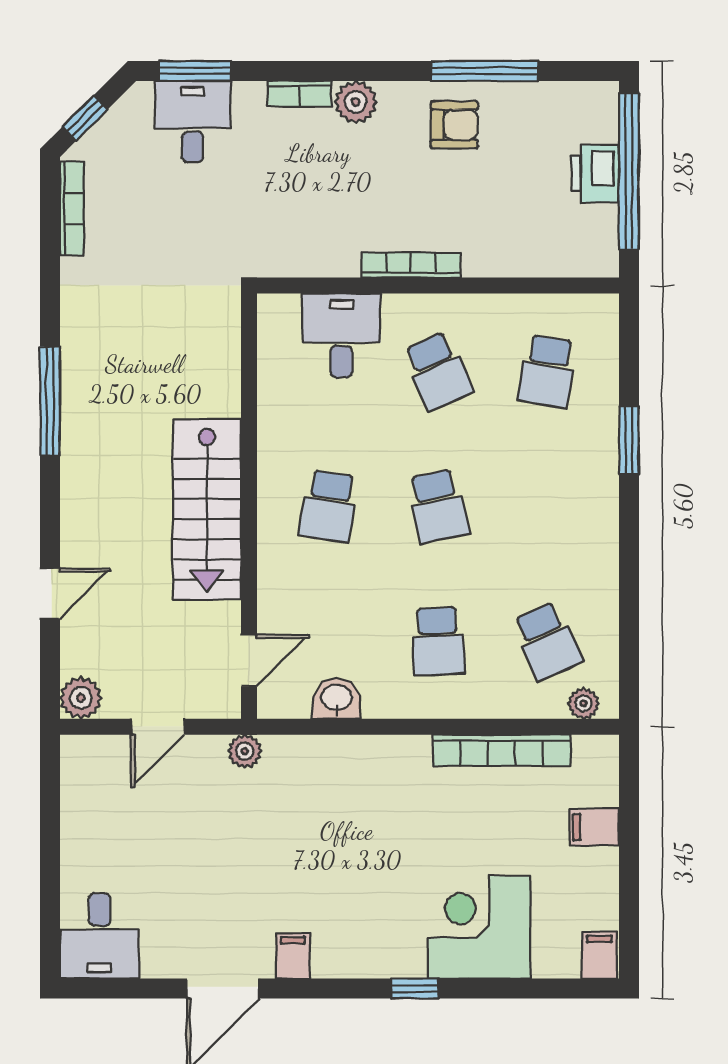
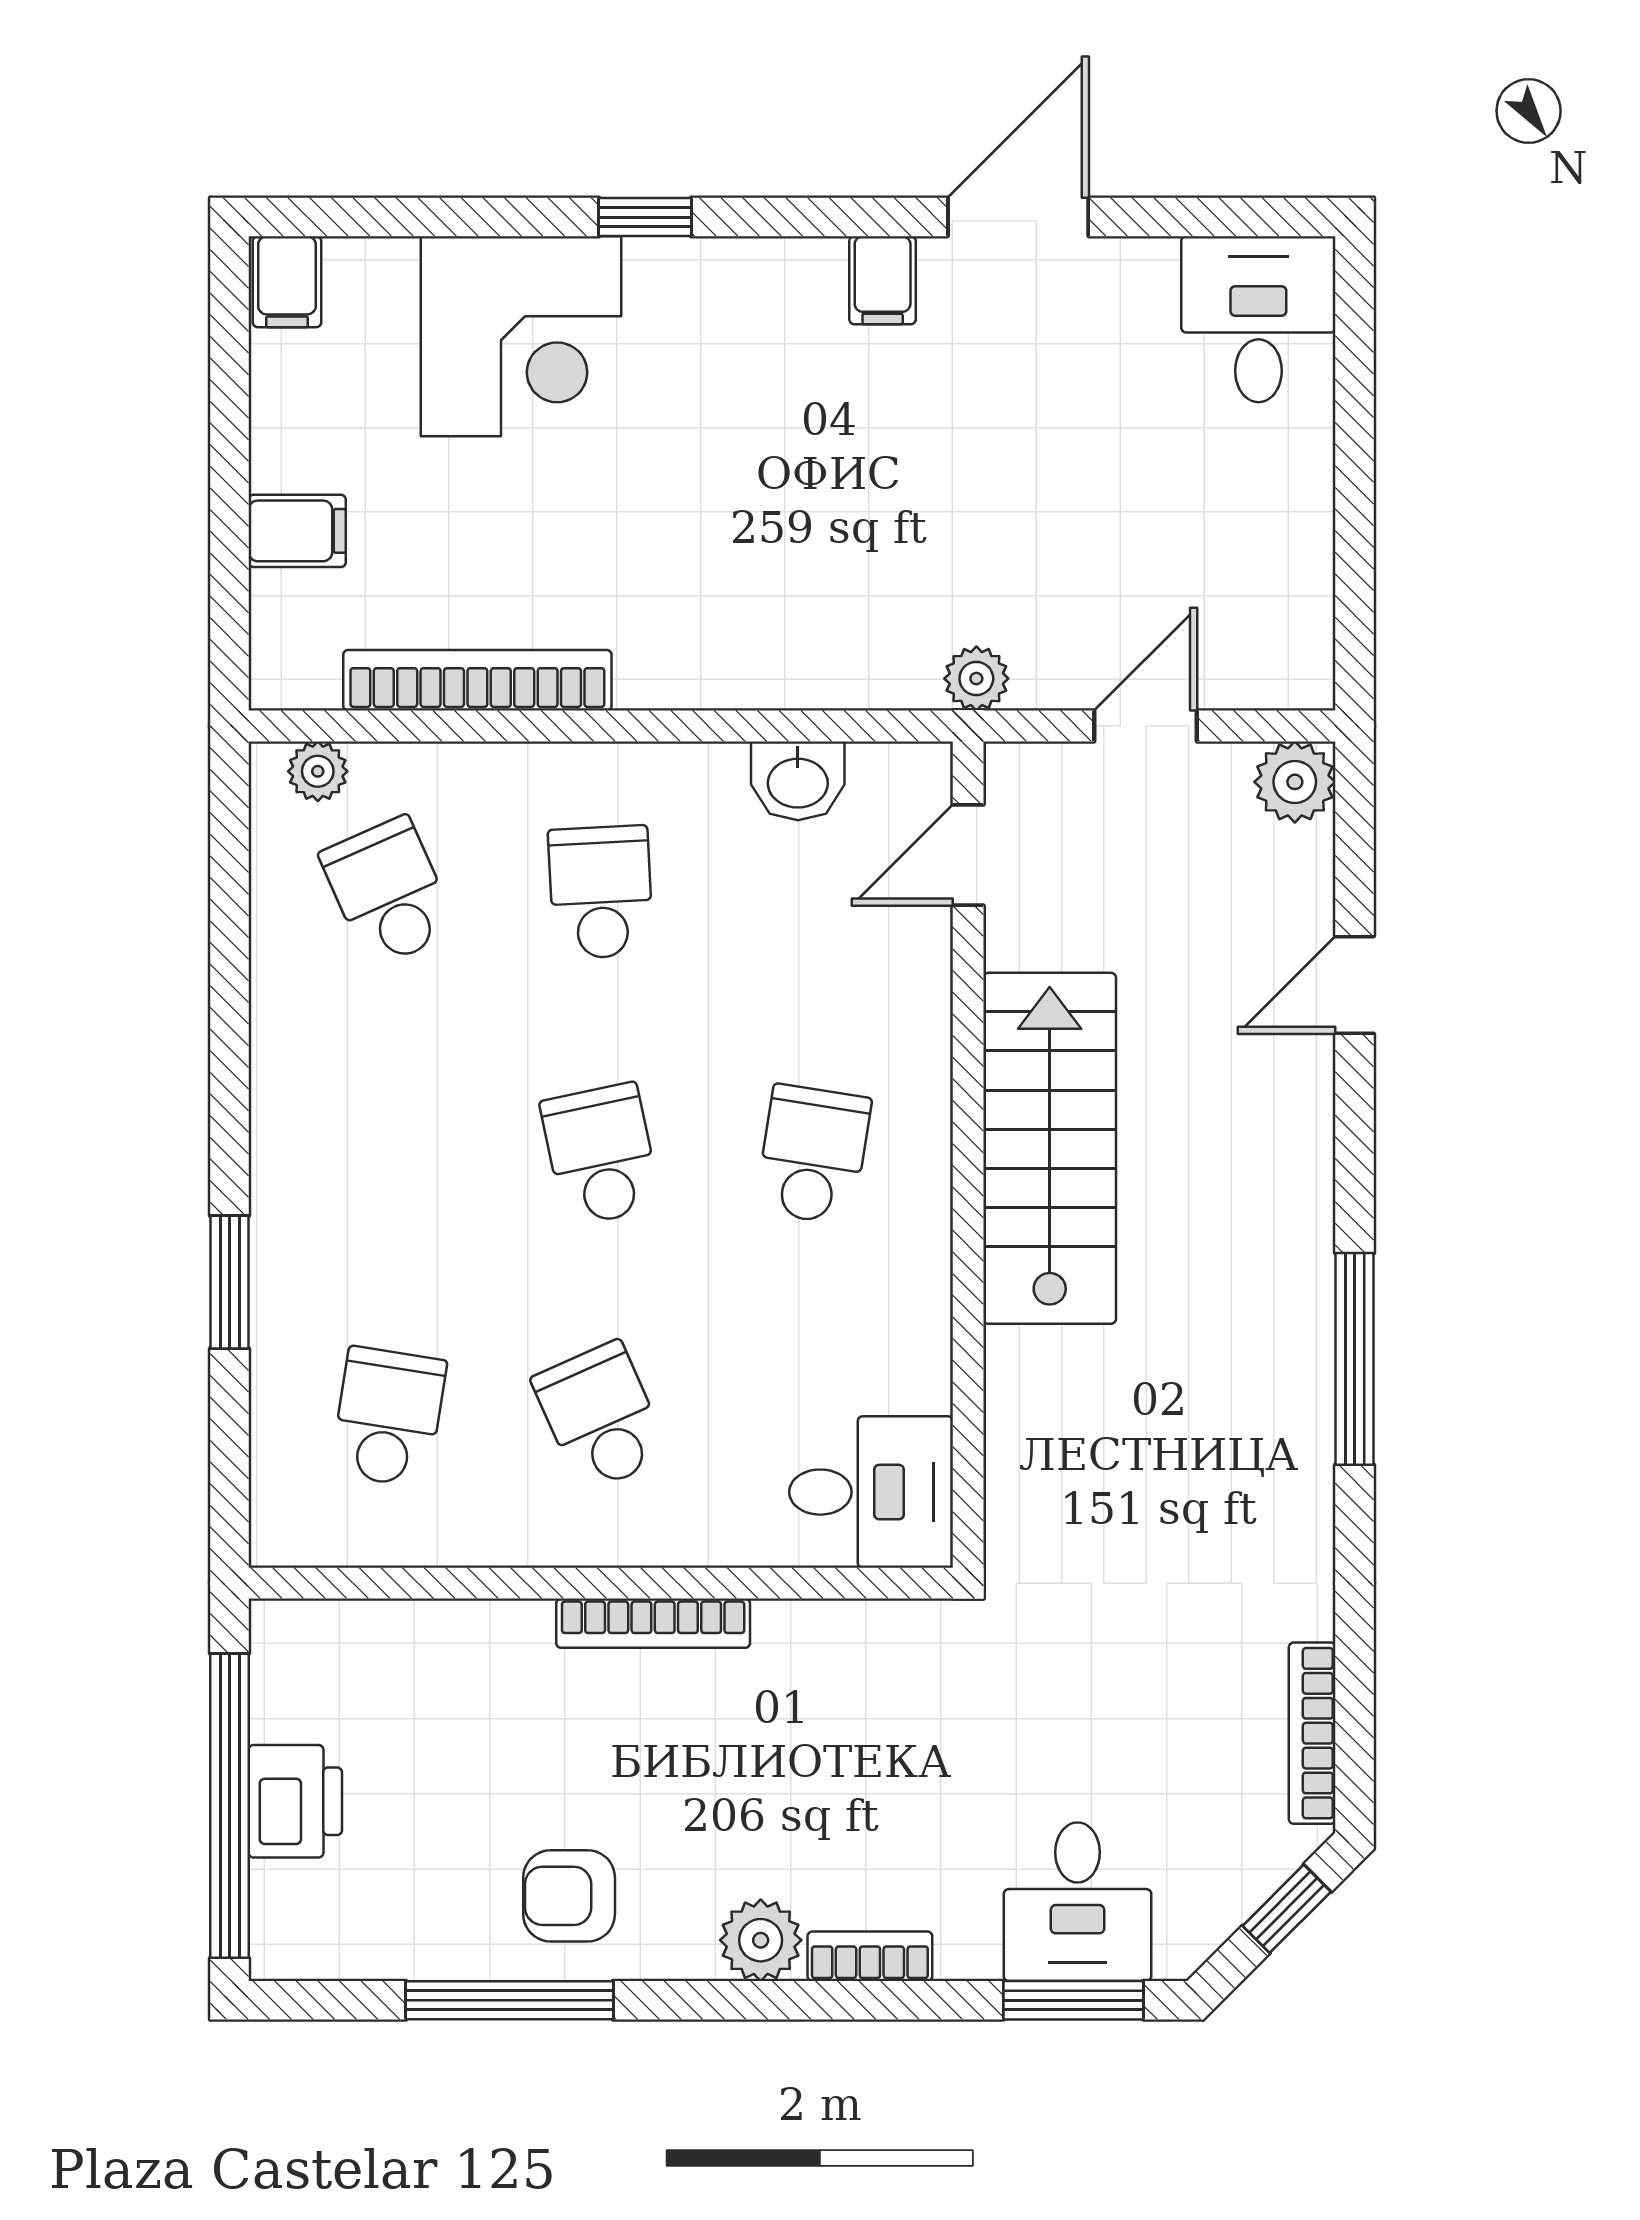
desk: (341, 336) -> (871, 1492), moved, turned -90

